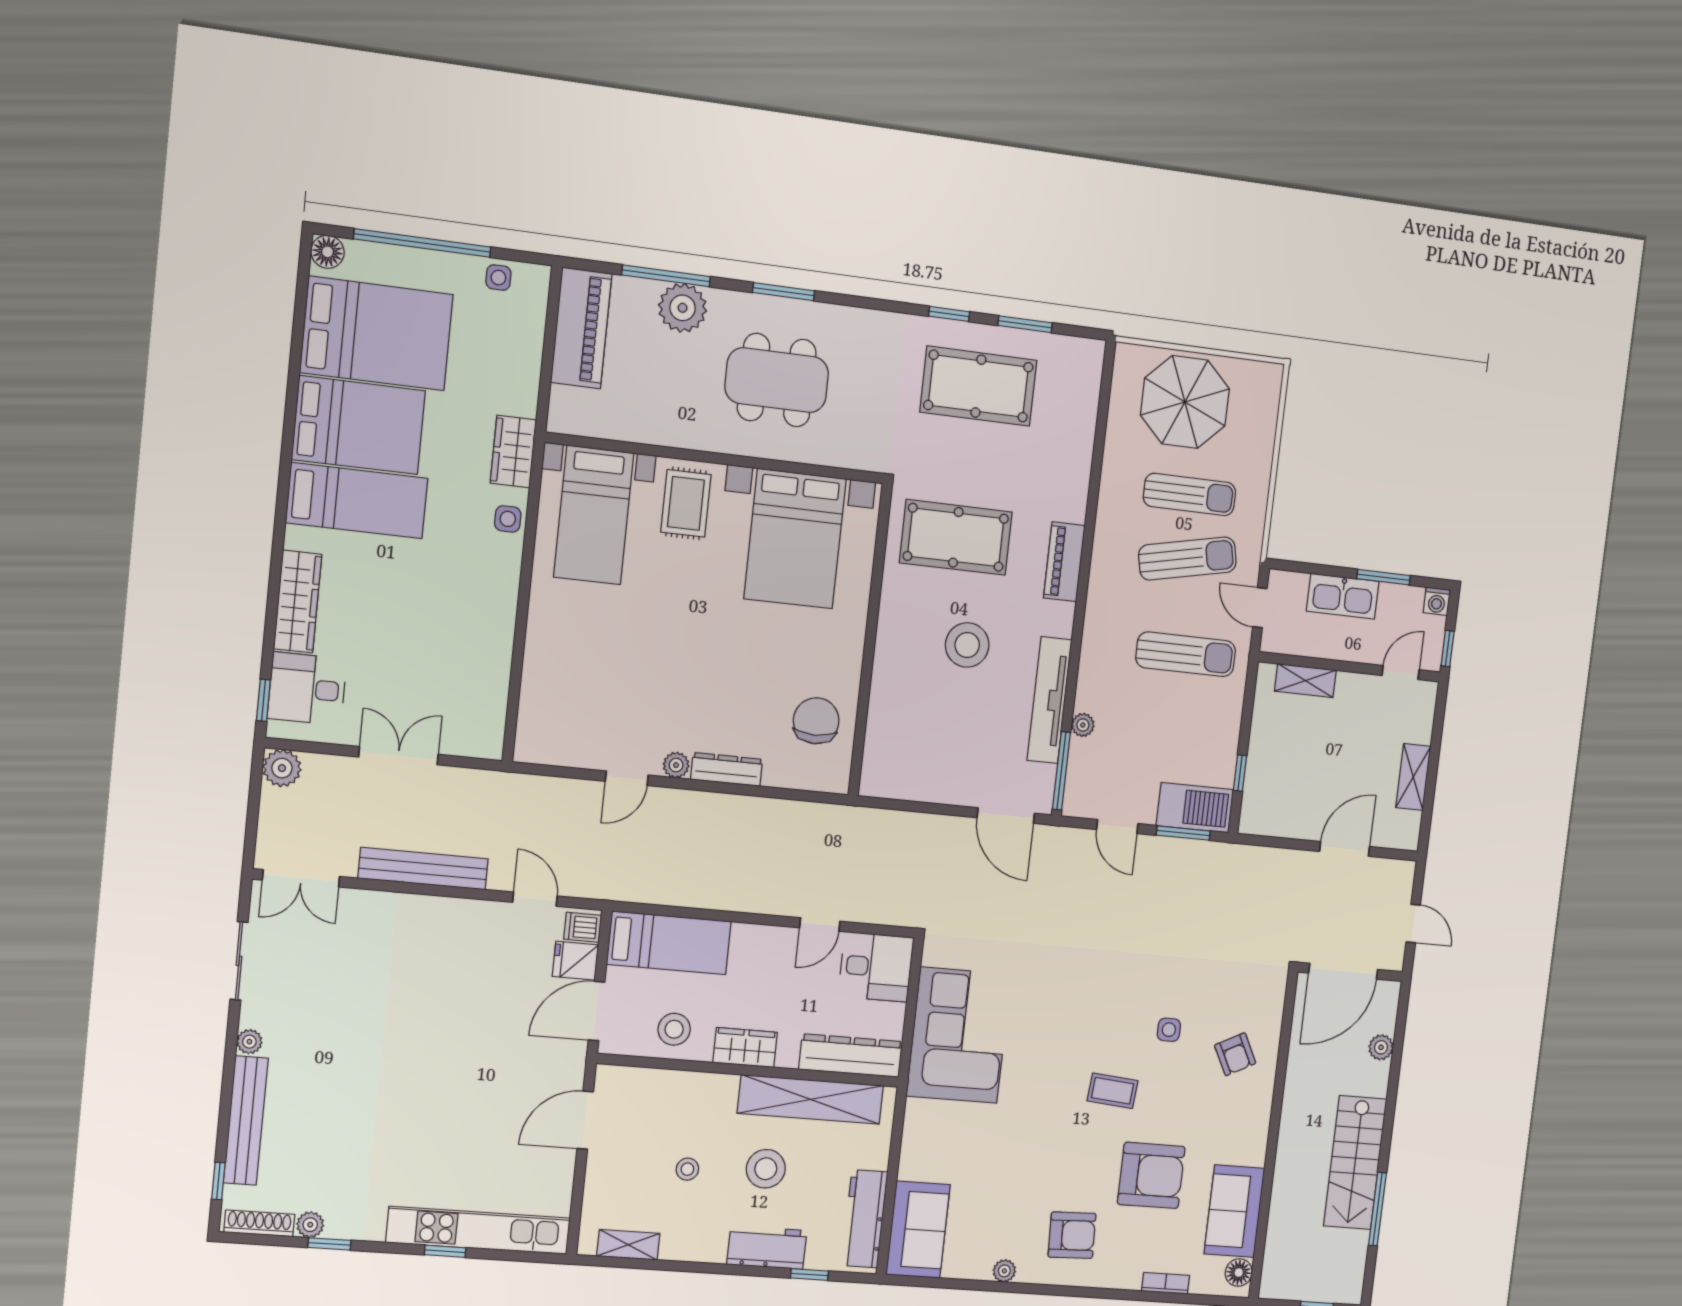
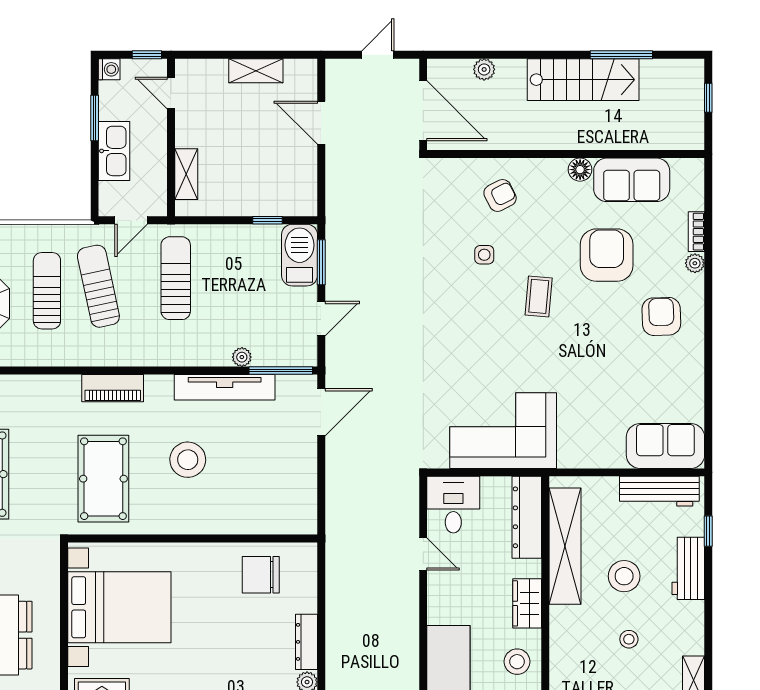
plant: (1004, 1271) -> (695, 263), moved
floor lamp: (1239, 1273) -> (580, 170), moved

